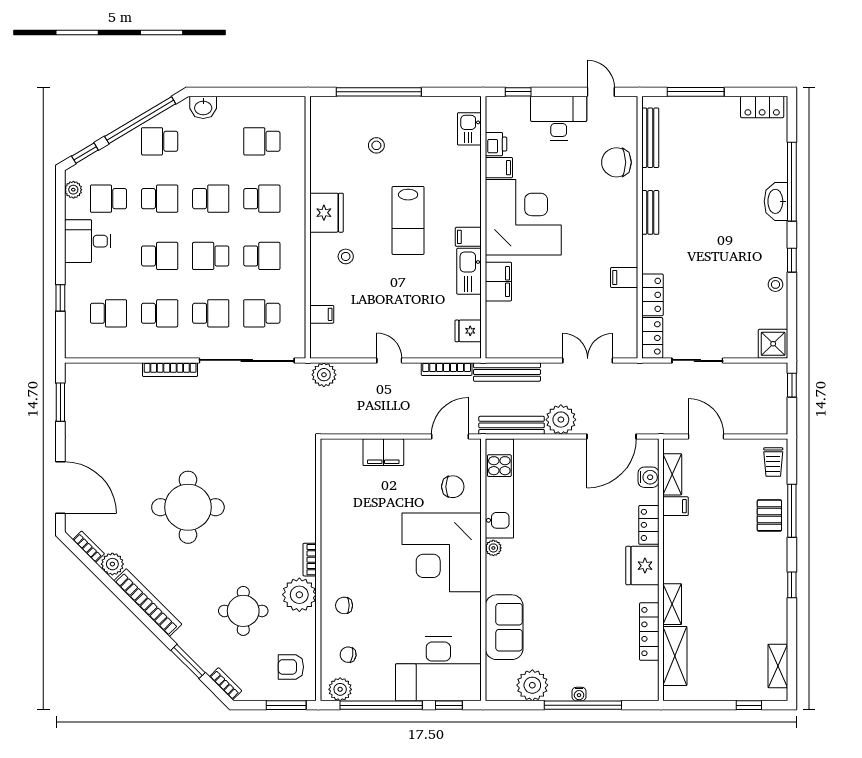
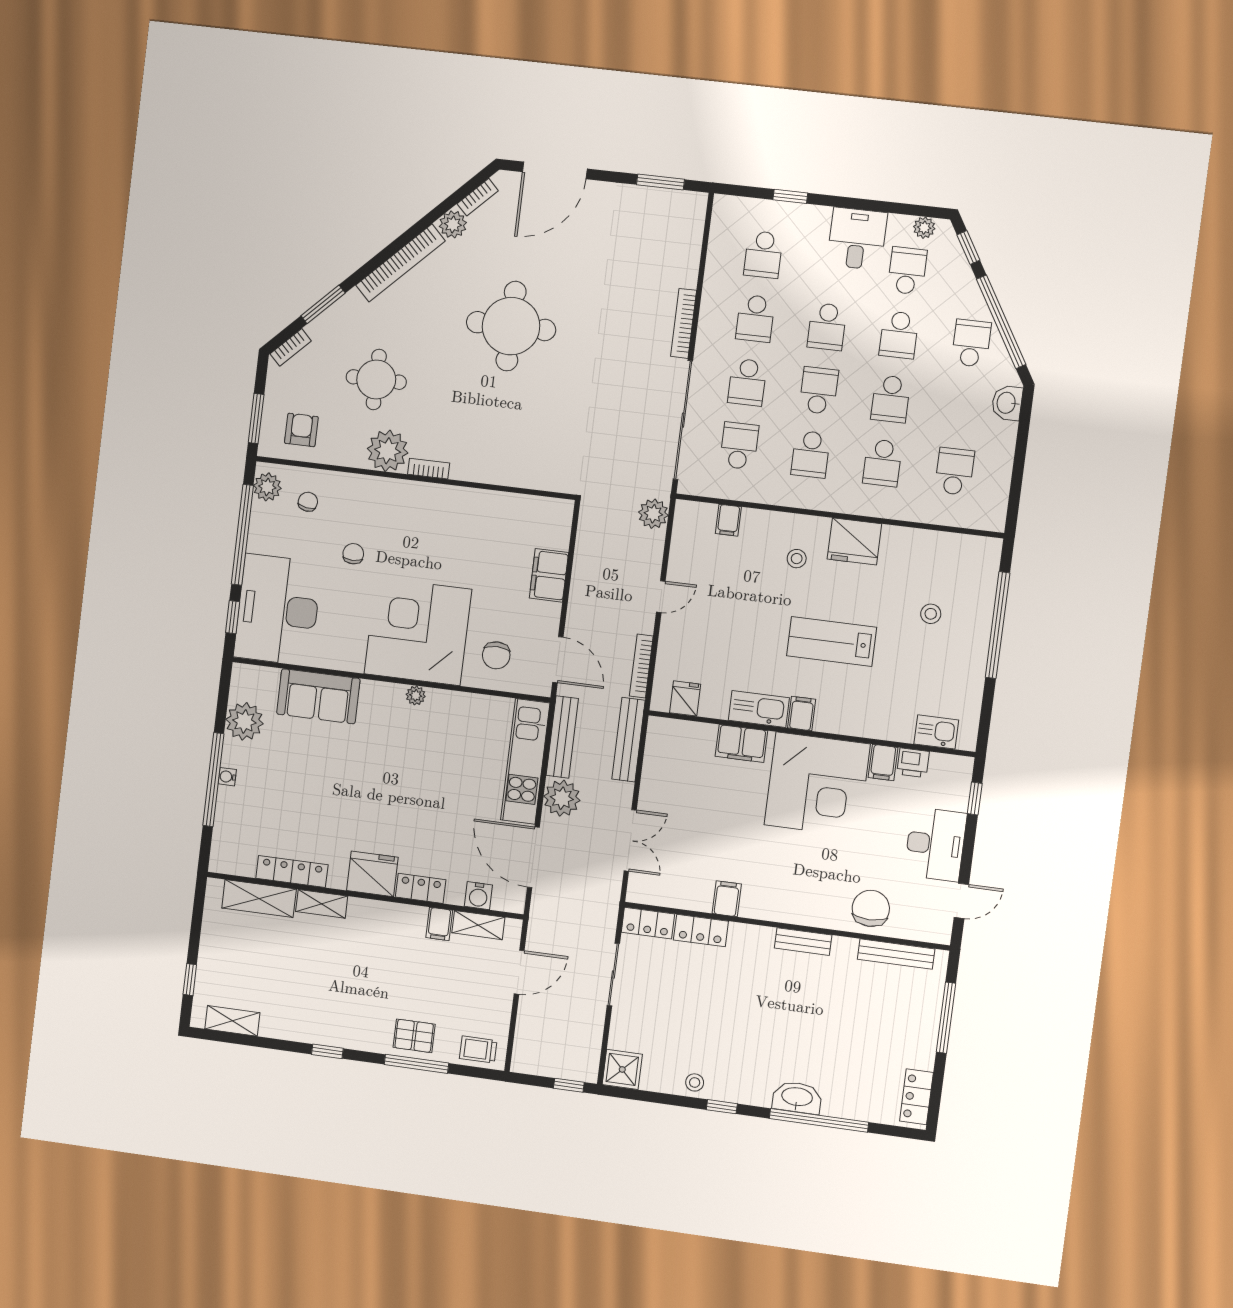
kitchen unit: (499, 489) -> (525, 761), moved, turned 90
chair: (344, 605) -> (353, 554), moved

